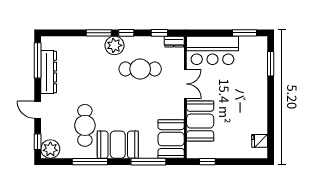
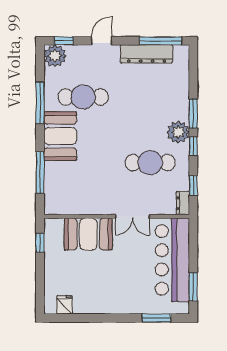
bar counter: (212, 50) -> (172, 260), width x1.36
cafe table: (140, 69) -> (150, 163), turned 90
booth: (171, 139) -> (67, 200), removed

